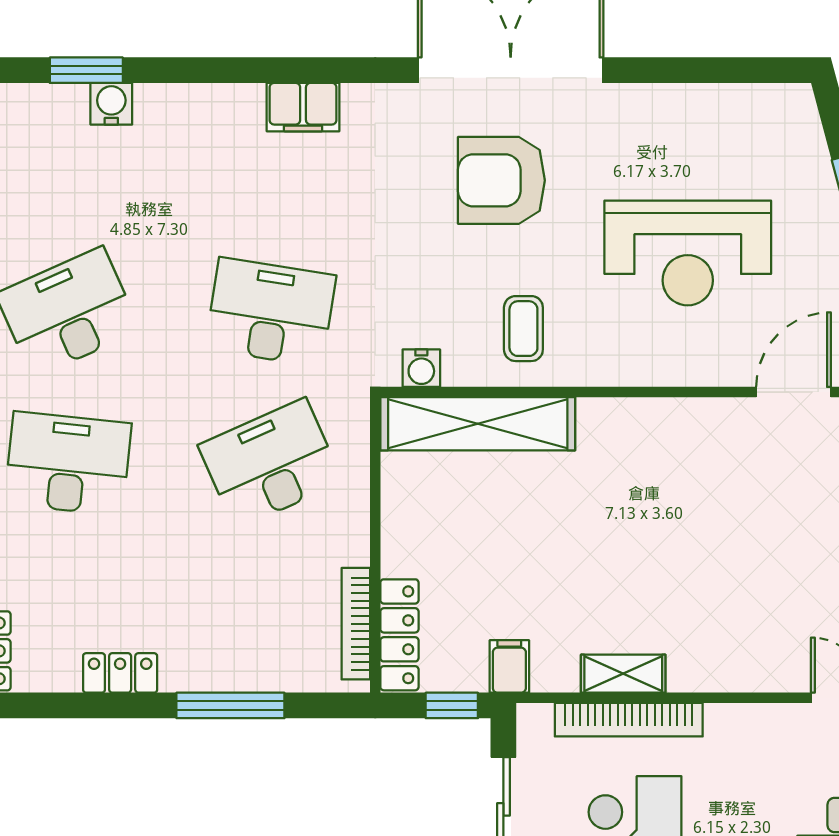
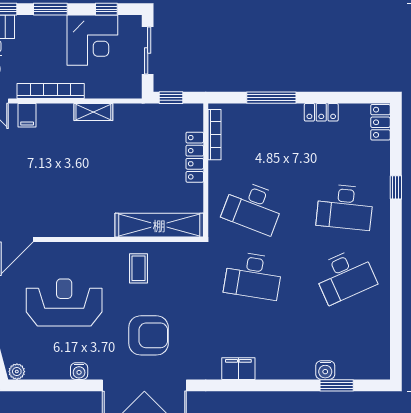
plant: (792, 101) -> (17, 372), added
water cooler: (421, 368) -> (79, 371), moved, turned 180
desk: (270, 463) -> (253, 207), turned 45
locker: (399, 635) -> (195, 157), moved
filing cabinet: (509, 666) -> (27, 115), moved
bookcase: (629, 720) -> (51, 91), moved

